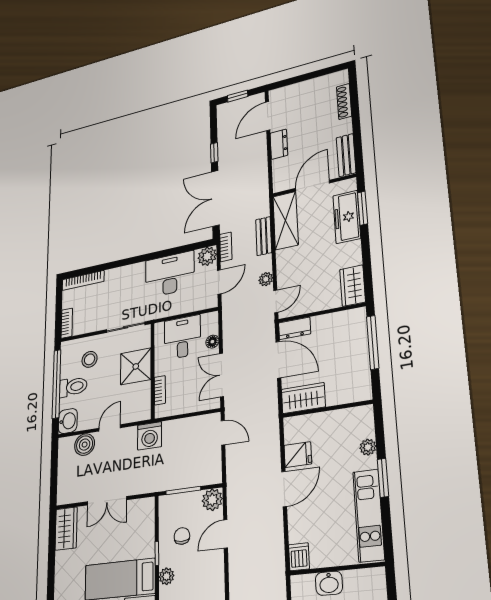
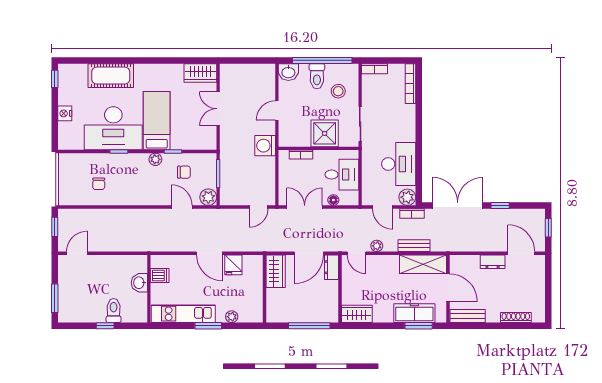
door: (110, 428) -> (277, 110), swing flipped
boiler: (85, 445) -> (266, 88), removed
dishwasher: (299, 557) -> (160, 275), moved

